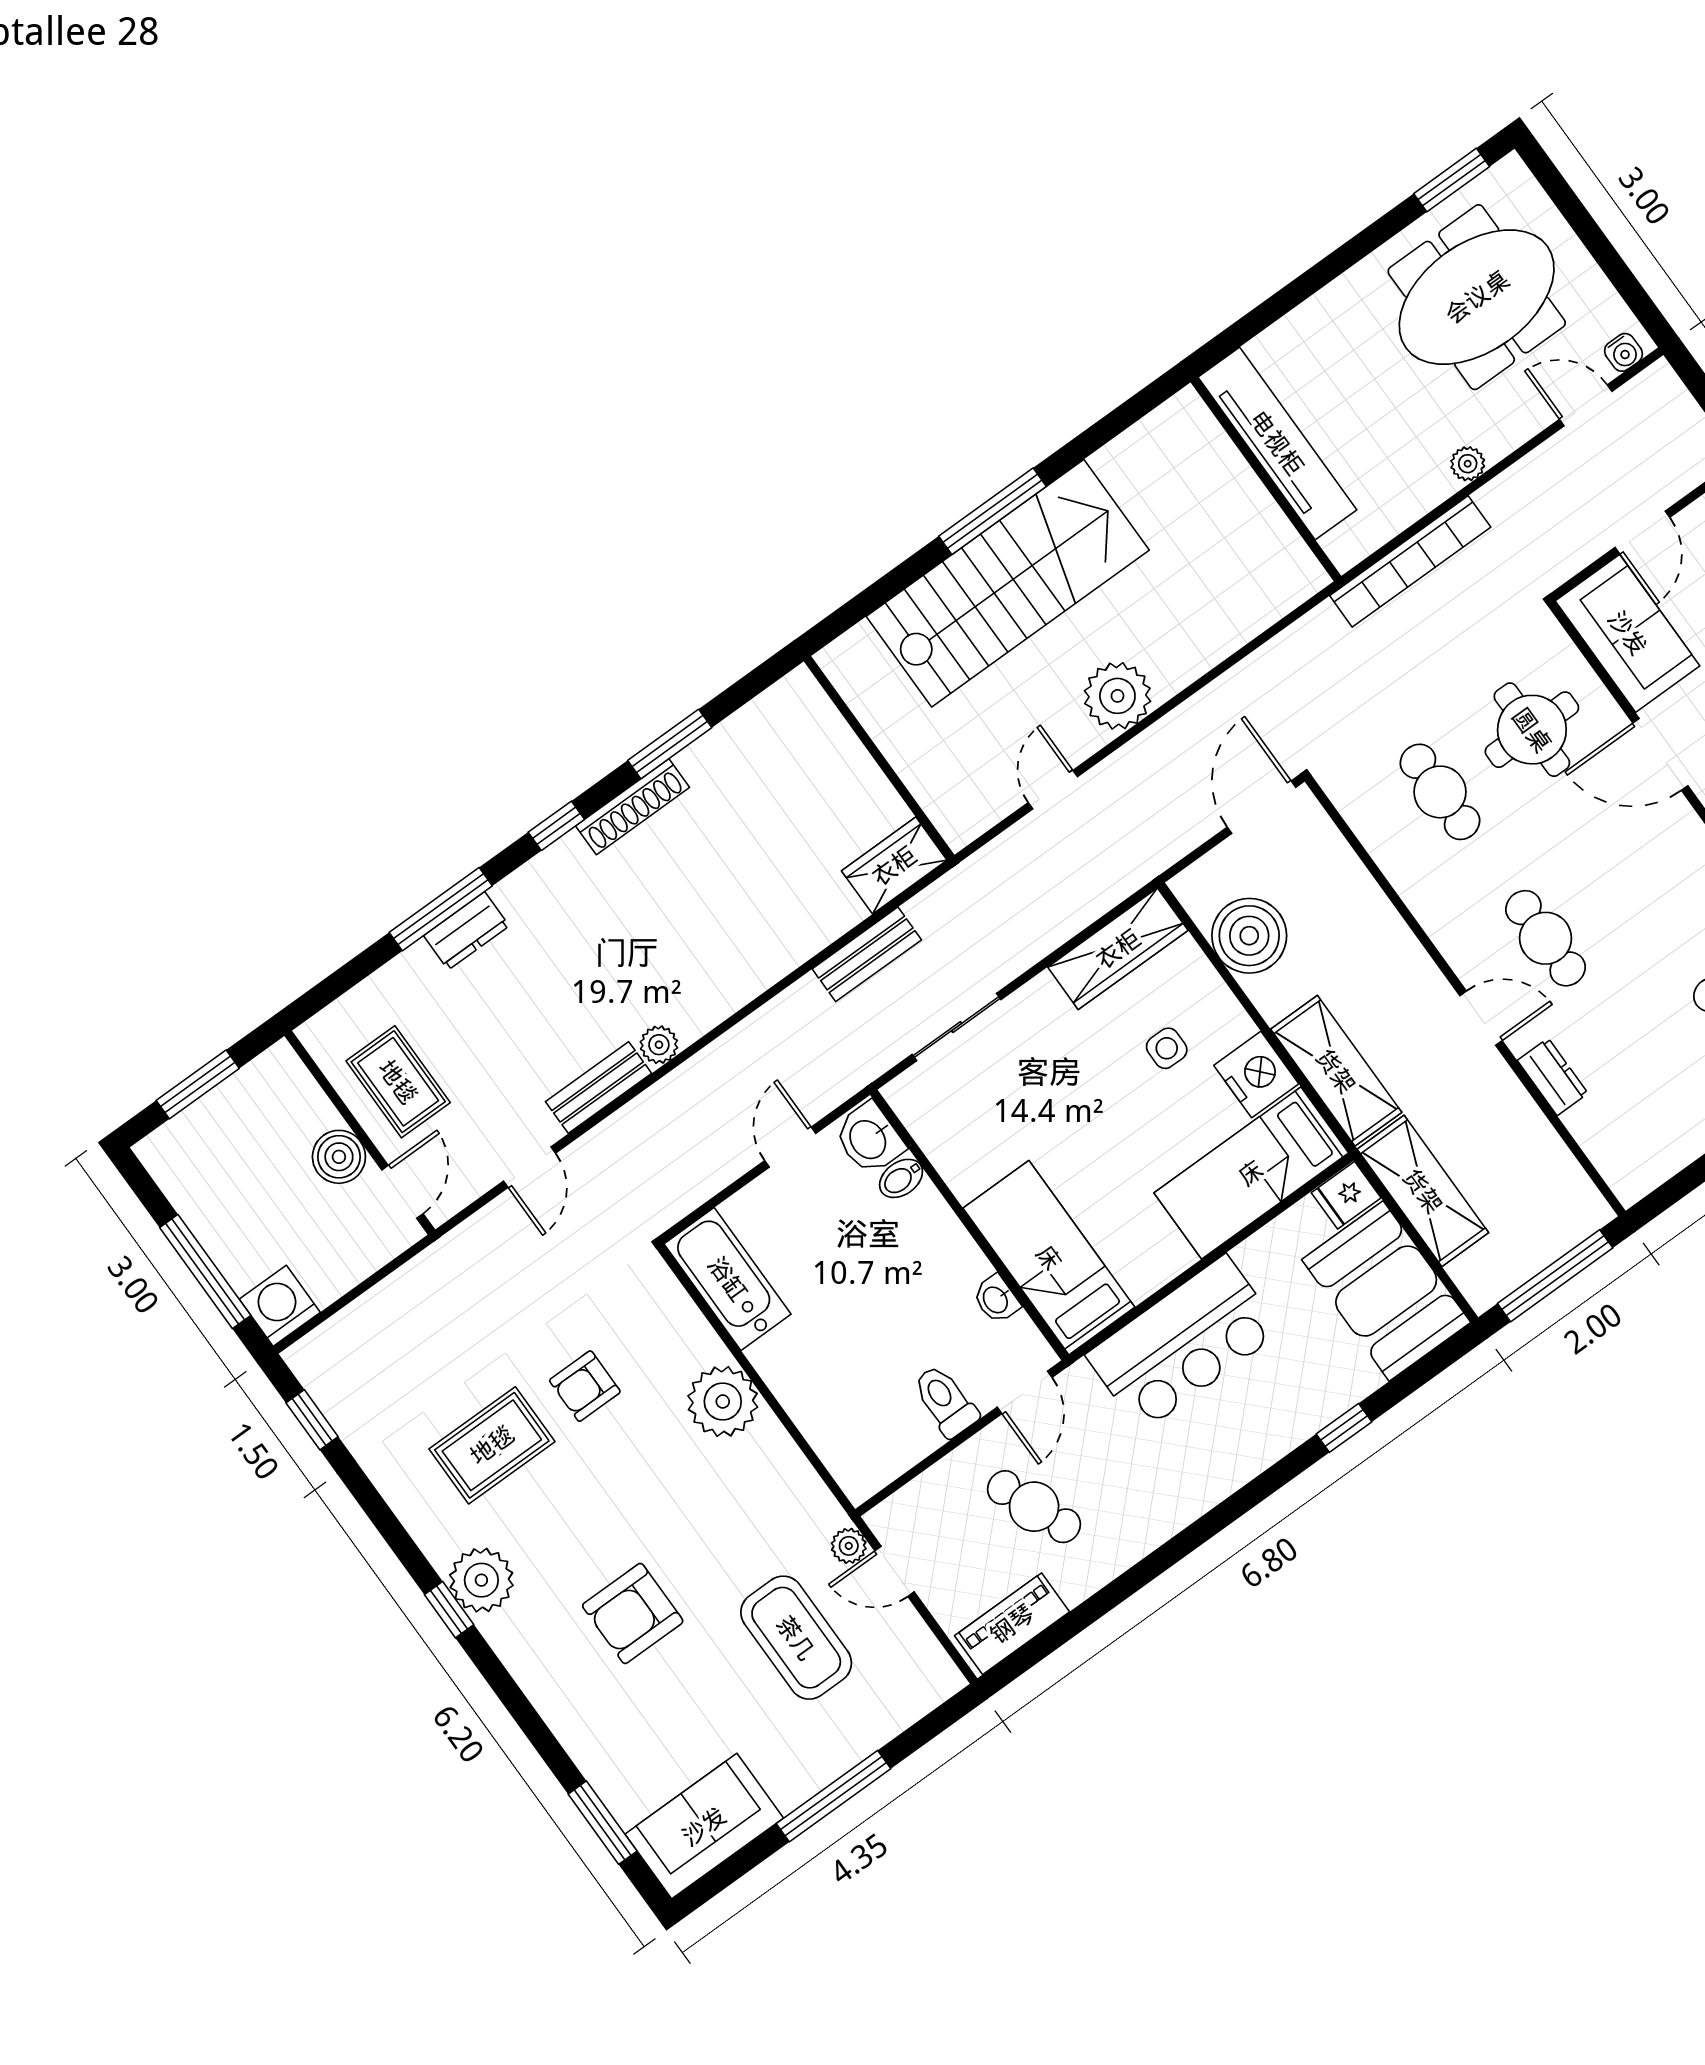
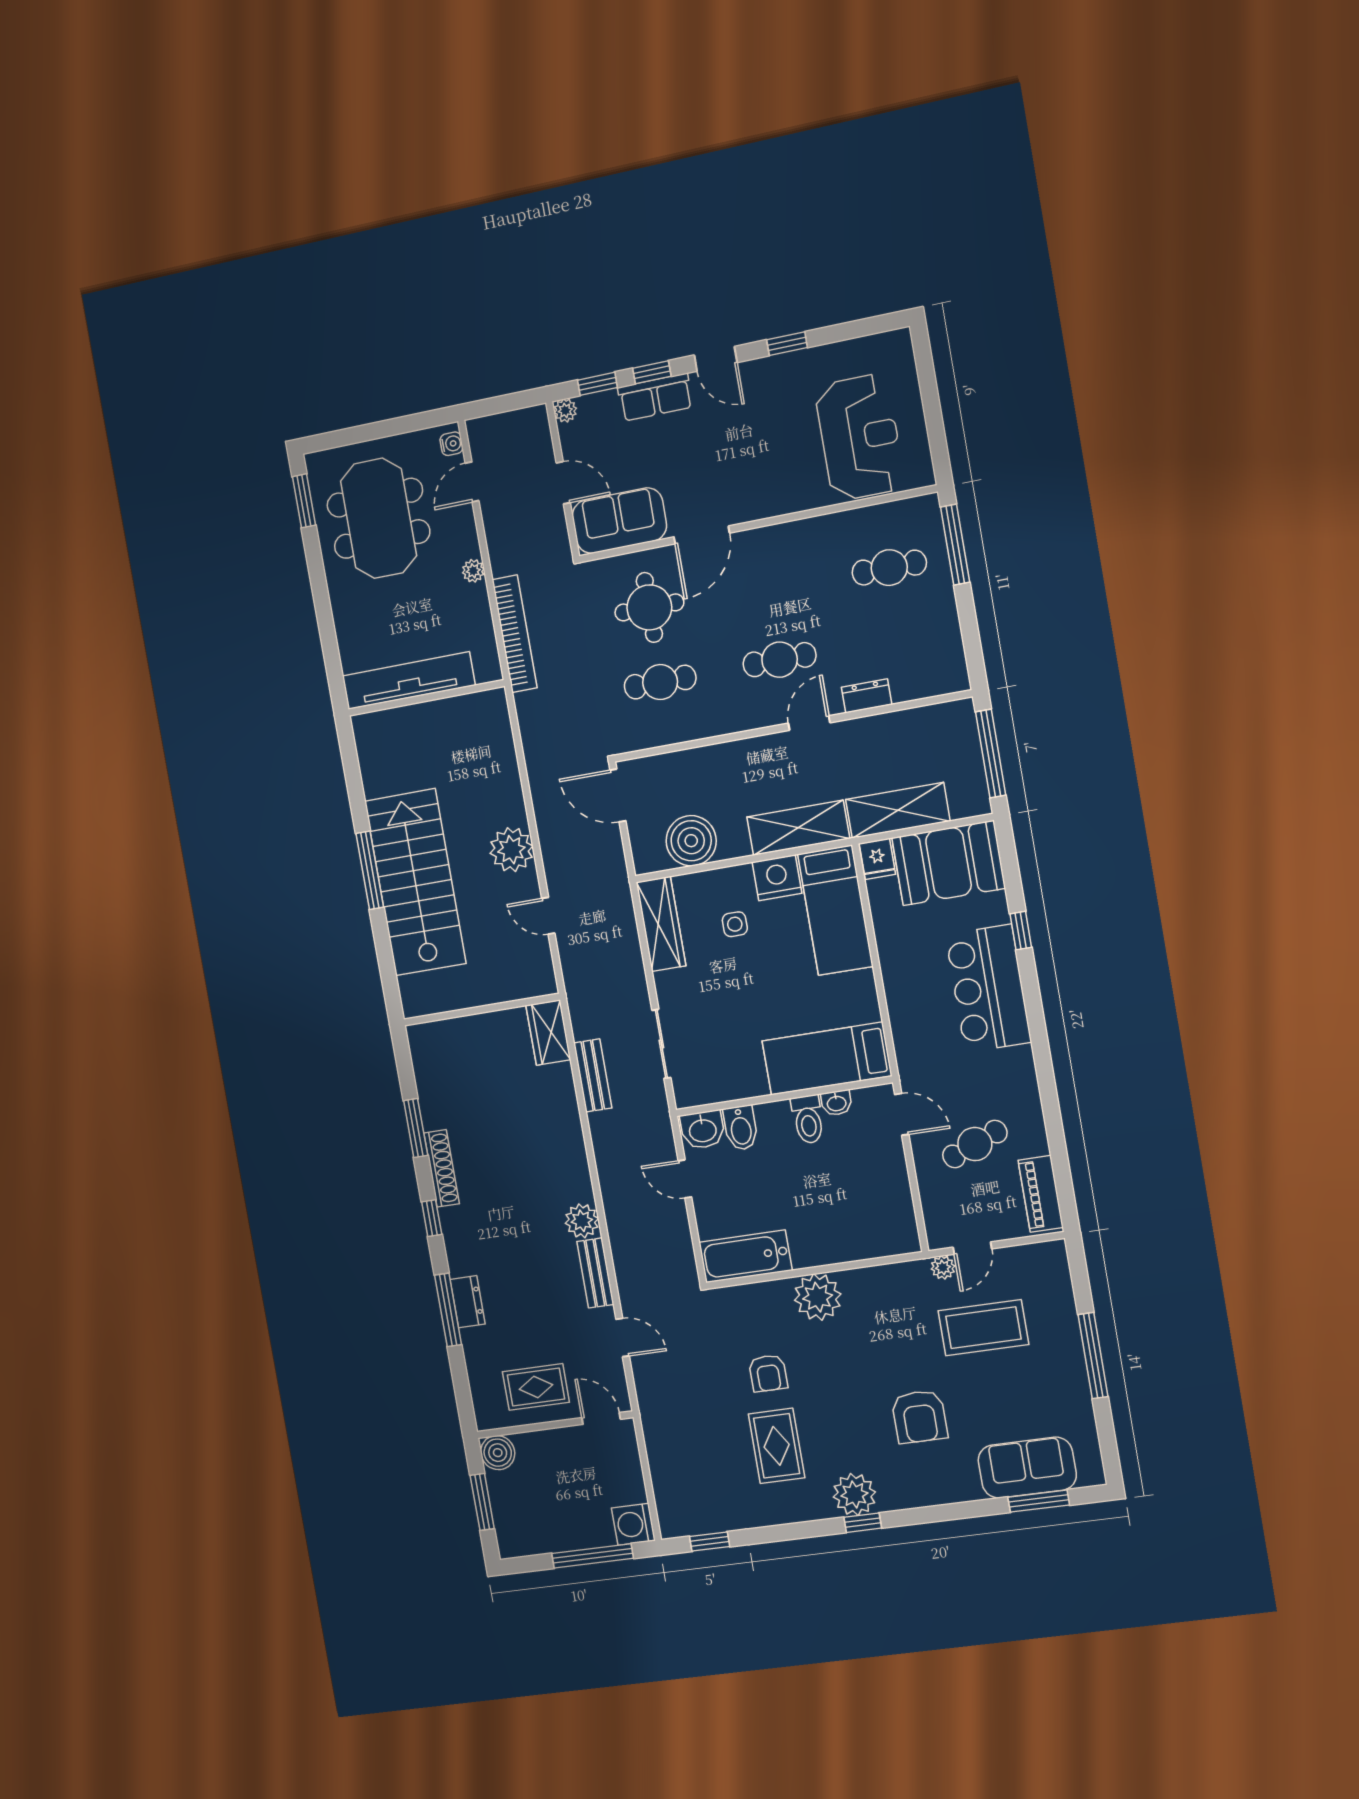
plant: (659, 1045) -> (582, 1221), width x1.38, depth x1.38
boiler: (339, 1157) -> (498, 1453), moved
bidet: (901, 1178) -> (741, 1128), width x1.38, depth x1.36
bar counter: (1184, 1343) -> (988, 988), moved, turned 180
toilet: (945, 1401) -> (808, 1119), moved, turned -90
sofa: (704, 1826) -> (1027, 1468), moved, turned 90

